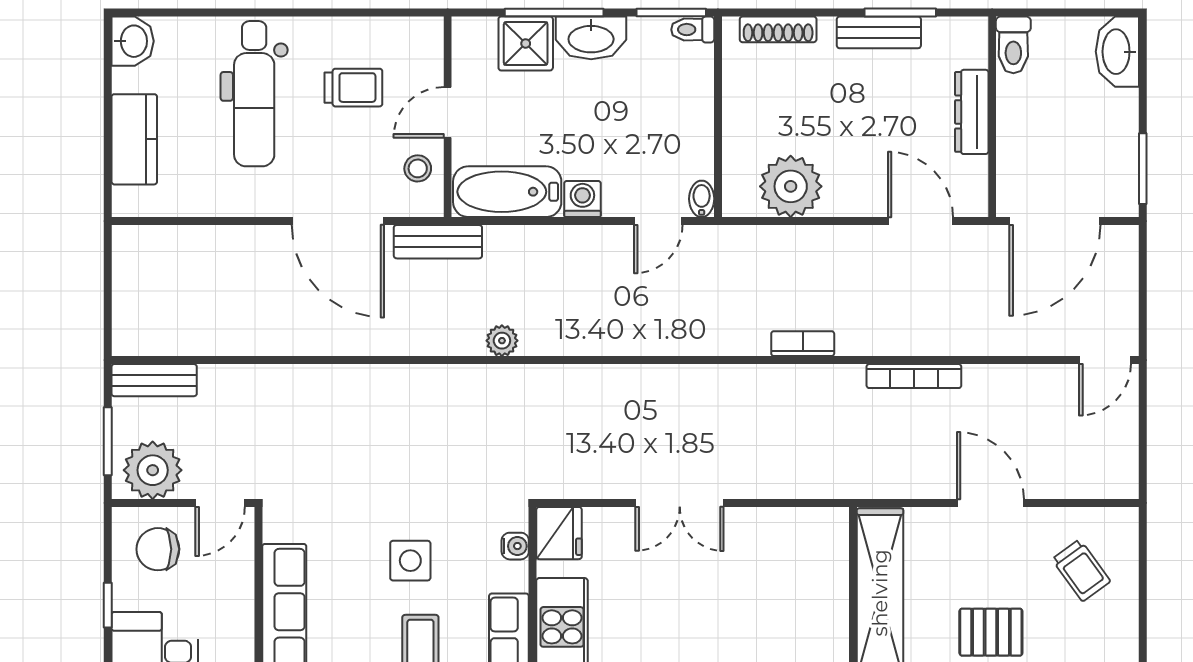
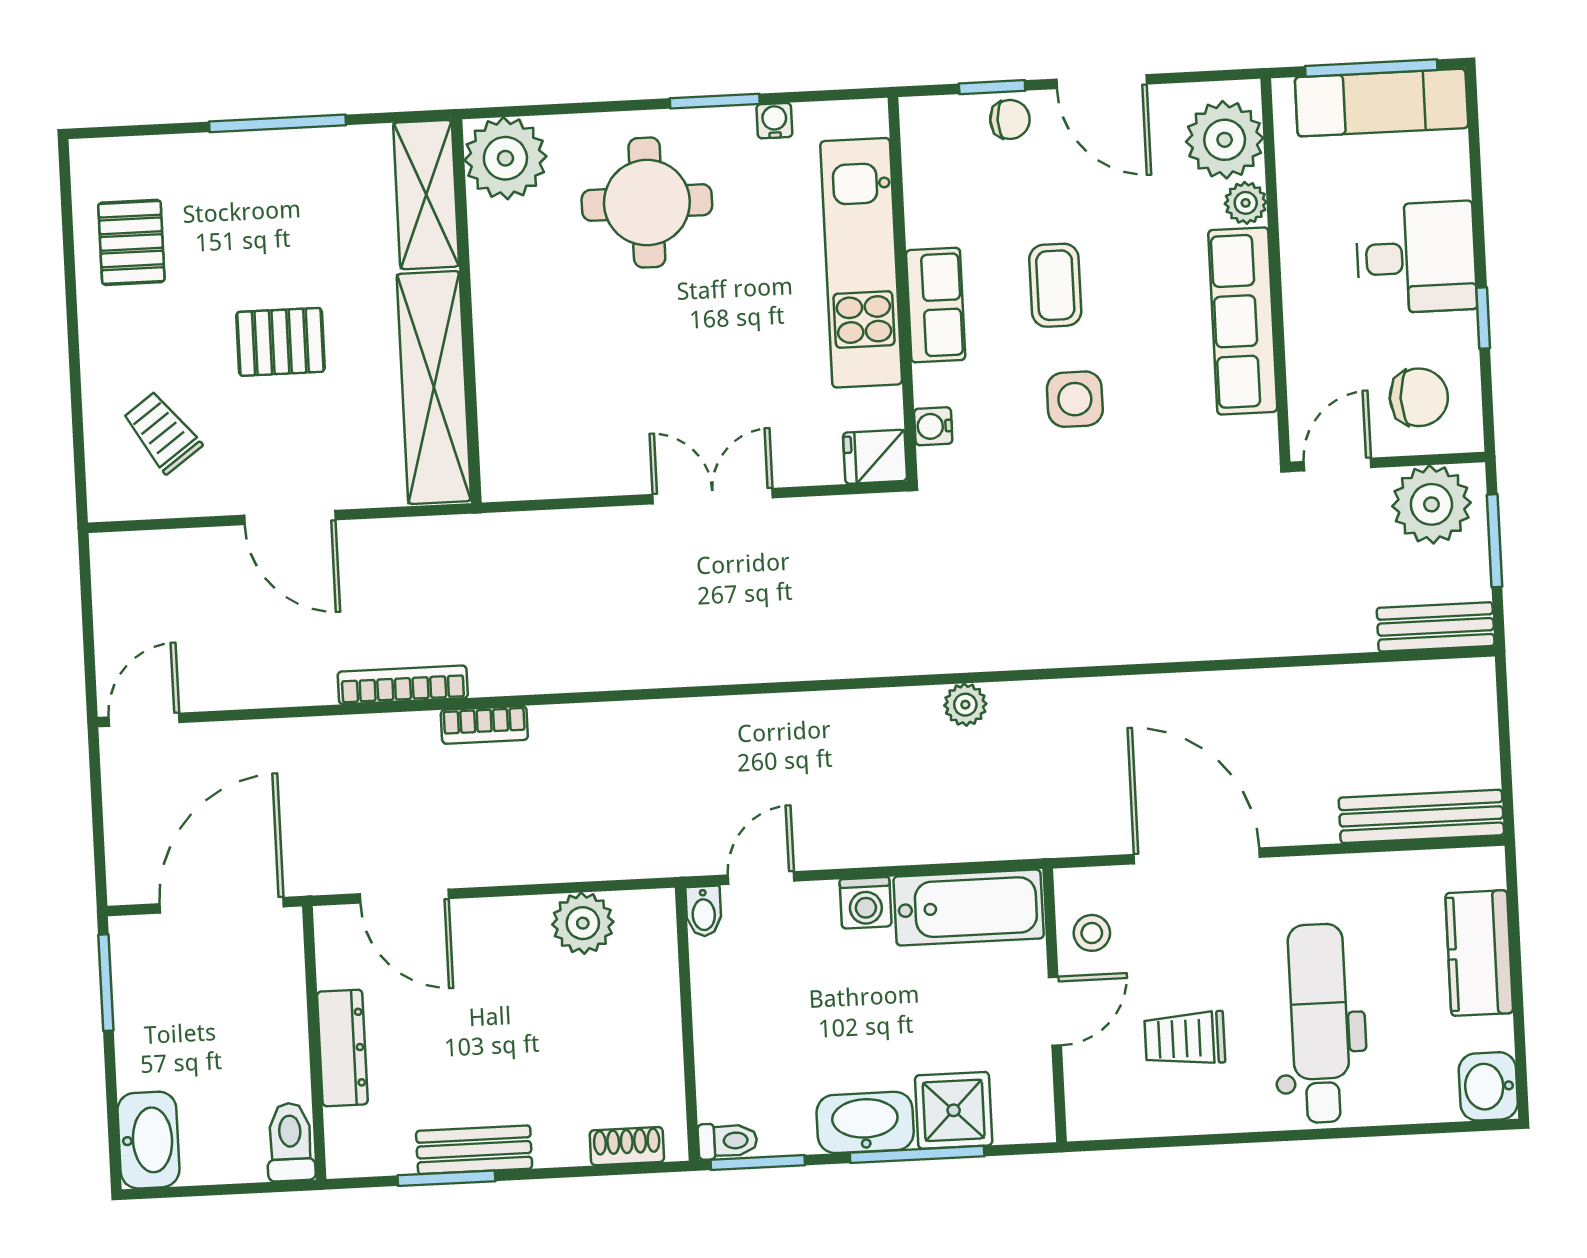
shoe rack: (778, 29) -> (627, 1146), width x0.70
plant: (791, 186) -> (583, 923), width x0.73, depth x0.73
bench: (438, 242) -> (1421, 816), moved, width x1.36
bookcase: (803, 344) -> (484, 725), moved
fridge: (559, 533) -> (875, 457), width x0.72

